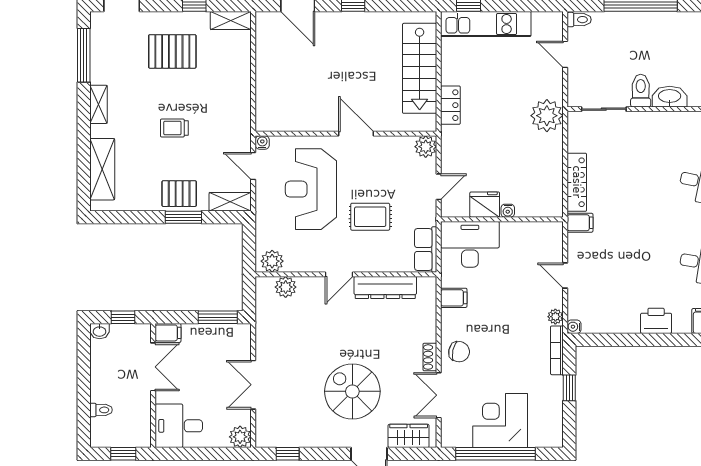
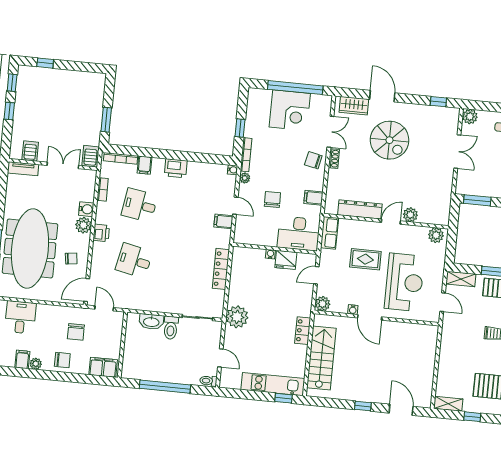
water cooler: (262, 142) -> (353, 310), moved
filing cabinet: (580, 223) -> (223, 221), moved
plant: (286, 287) -> (410, 215), moved
chair: (513, 290) -> (272, 199), added

